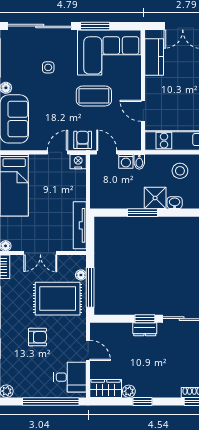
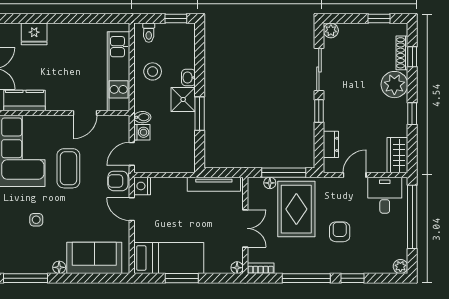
dresser: (145, 329) -> (331, 144), moved
plant: (129, 391) -> (394, 85), moved, width x1.88, depth x1.88

